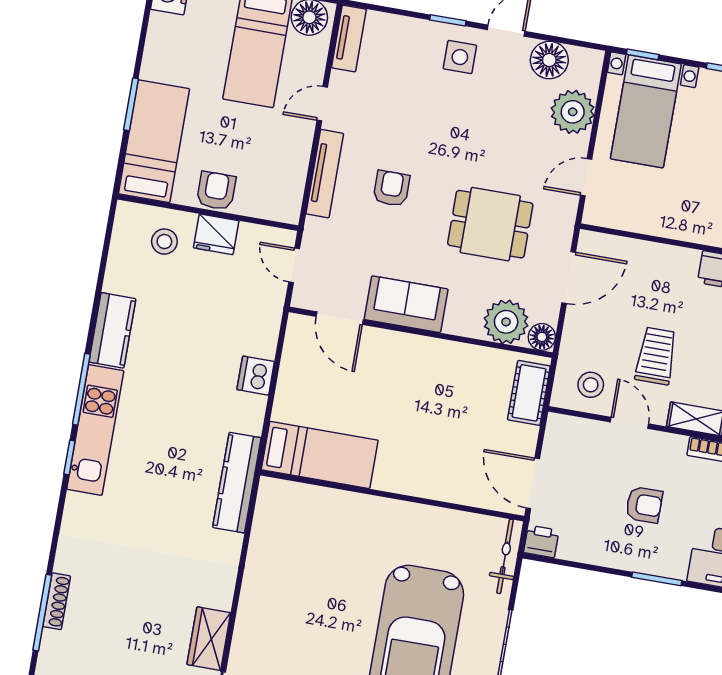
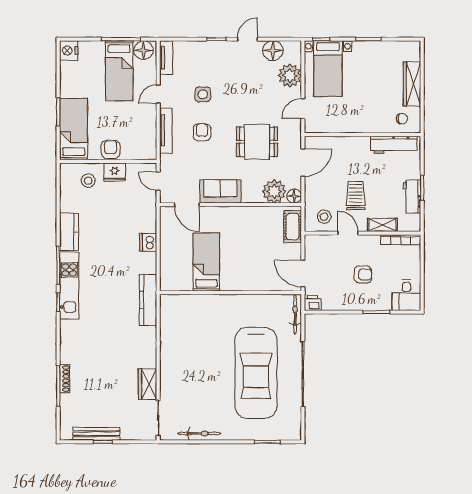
side table: (460, 57) -> (203, 94), moved
bed: (320, 455) -> (206, 262), moved, turned -90

